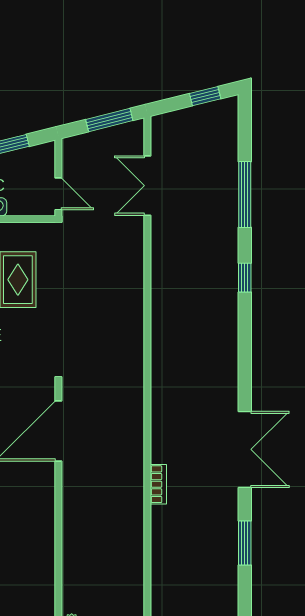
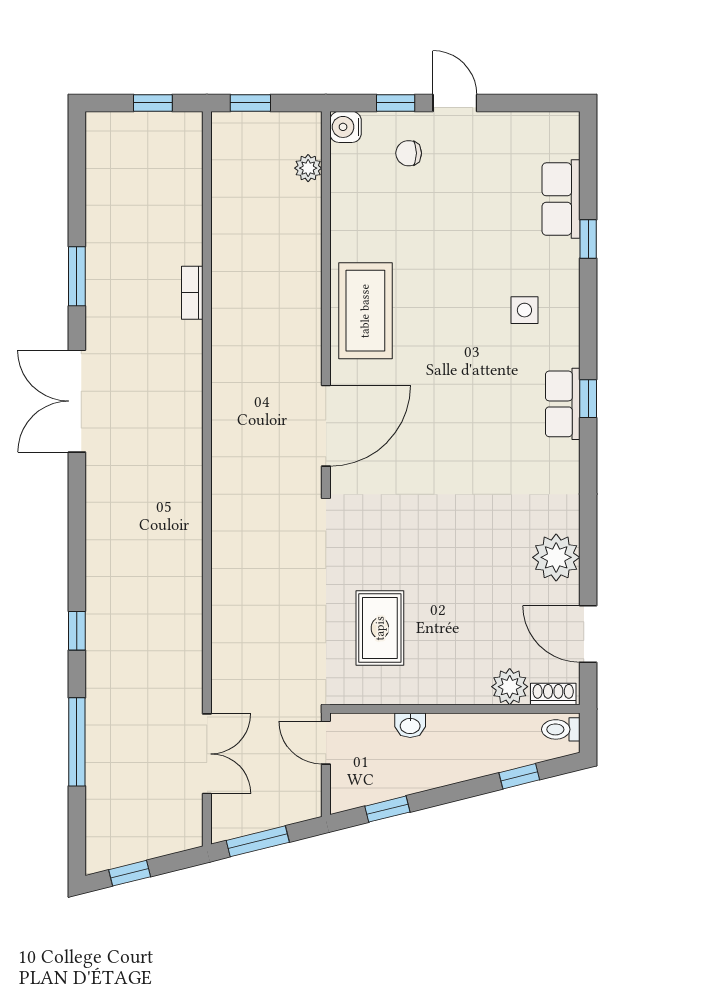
bookcase: (158, 484) -> (192, 293), moved
coffee table: (29, 517) -> (365, 311), added

